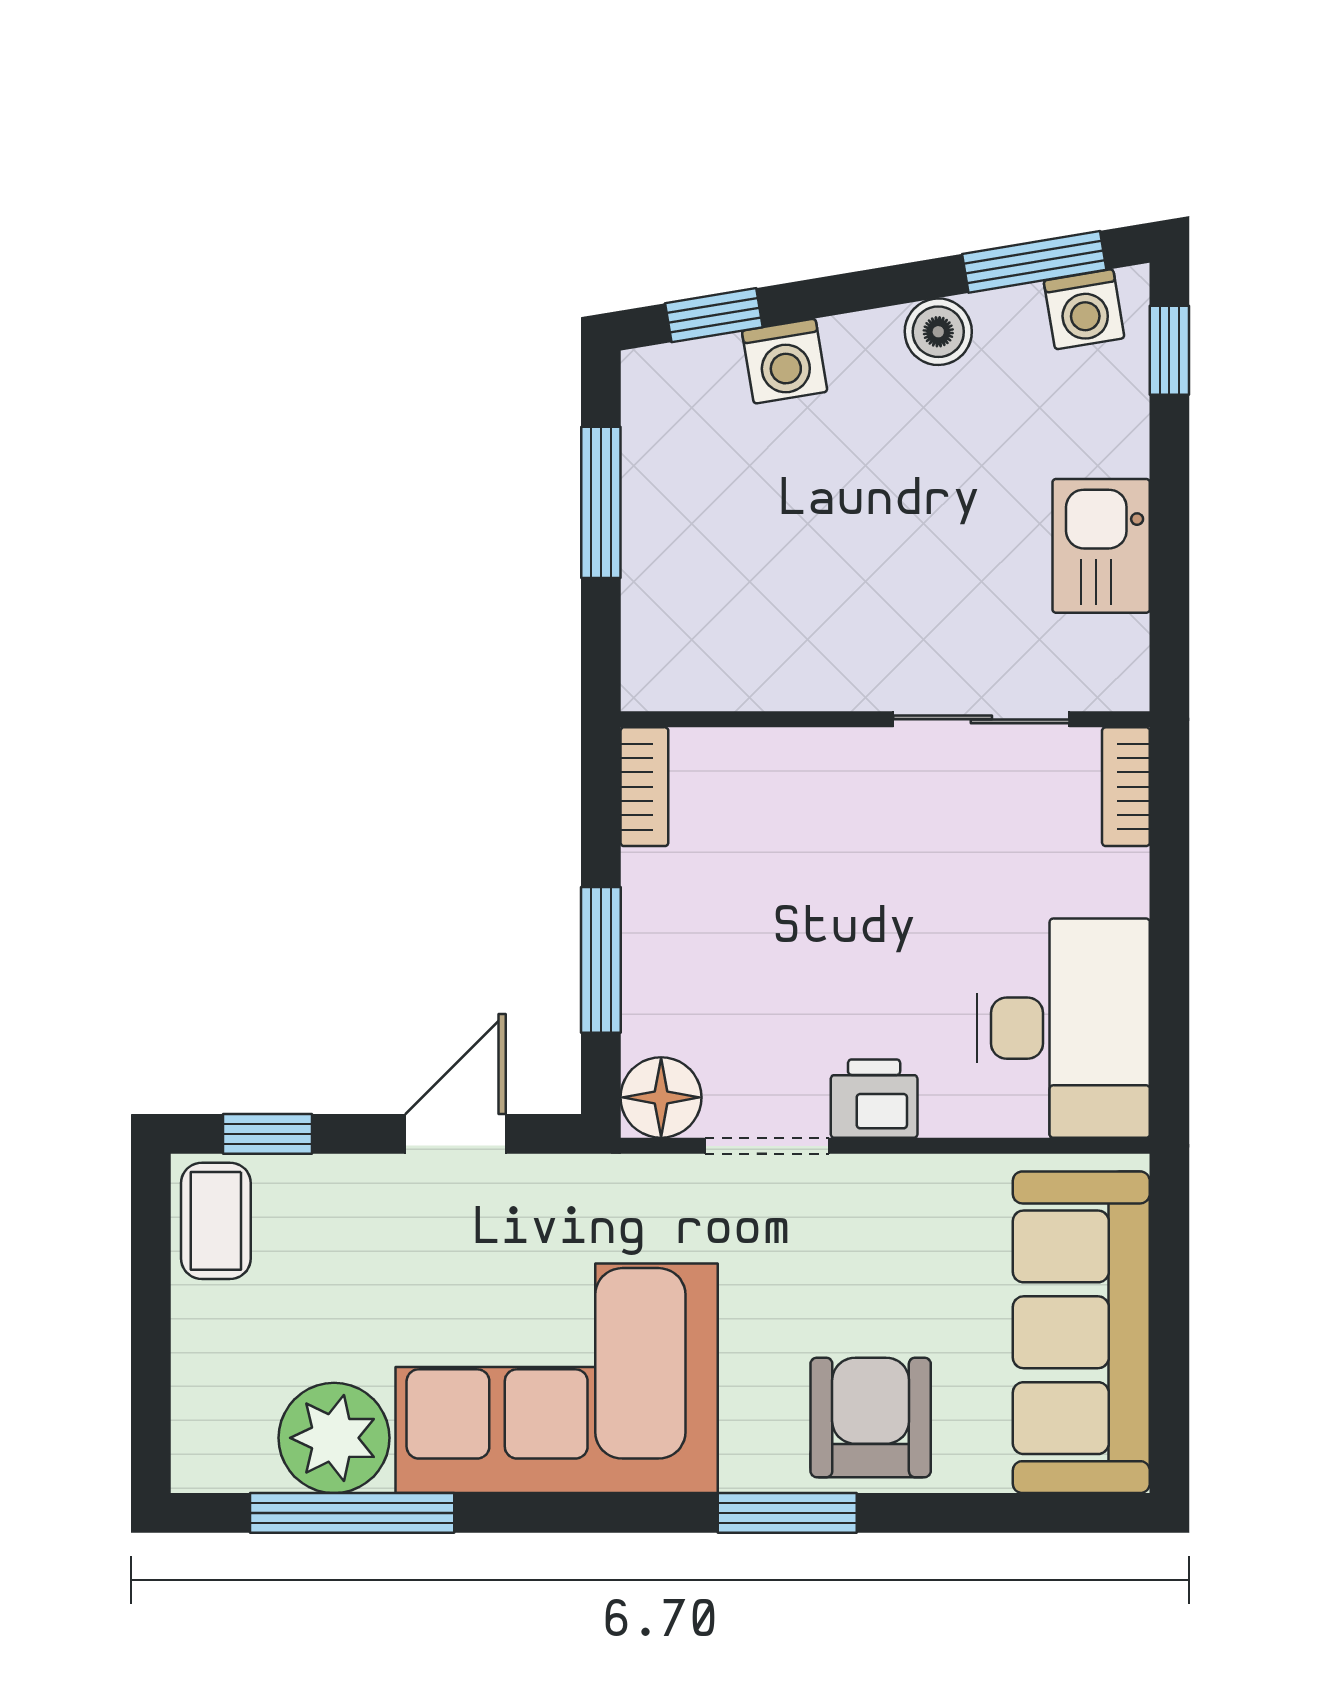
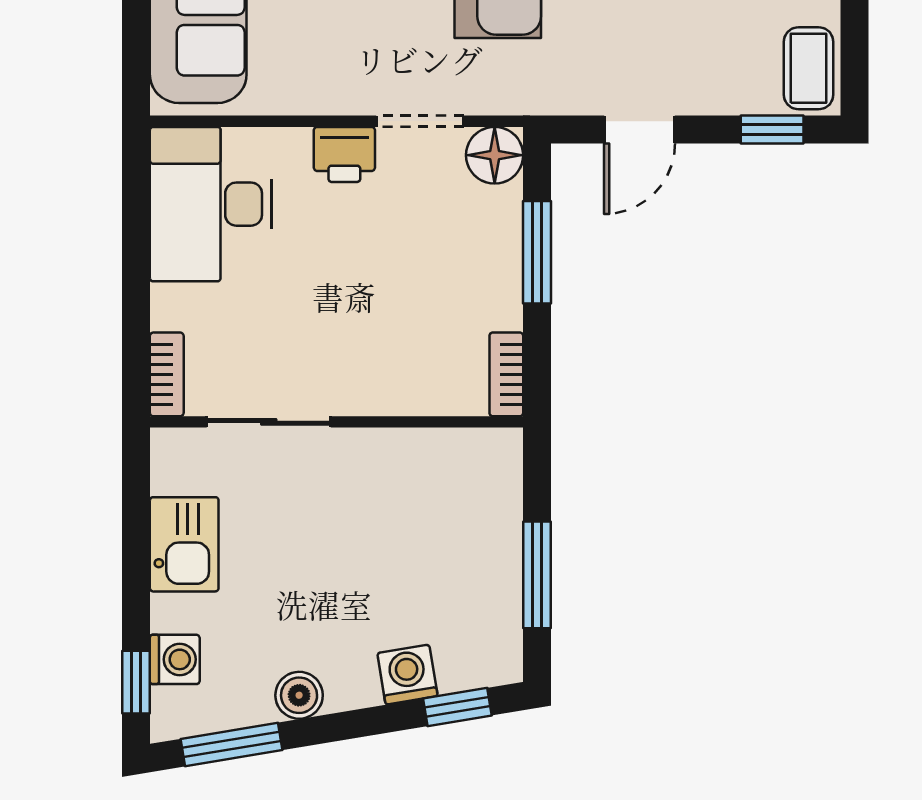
washing machine: (1084, 309) -> (175, 659), moved, turned 99

